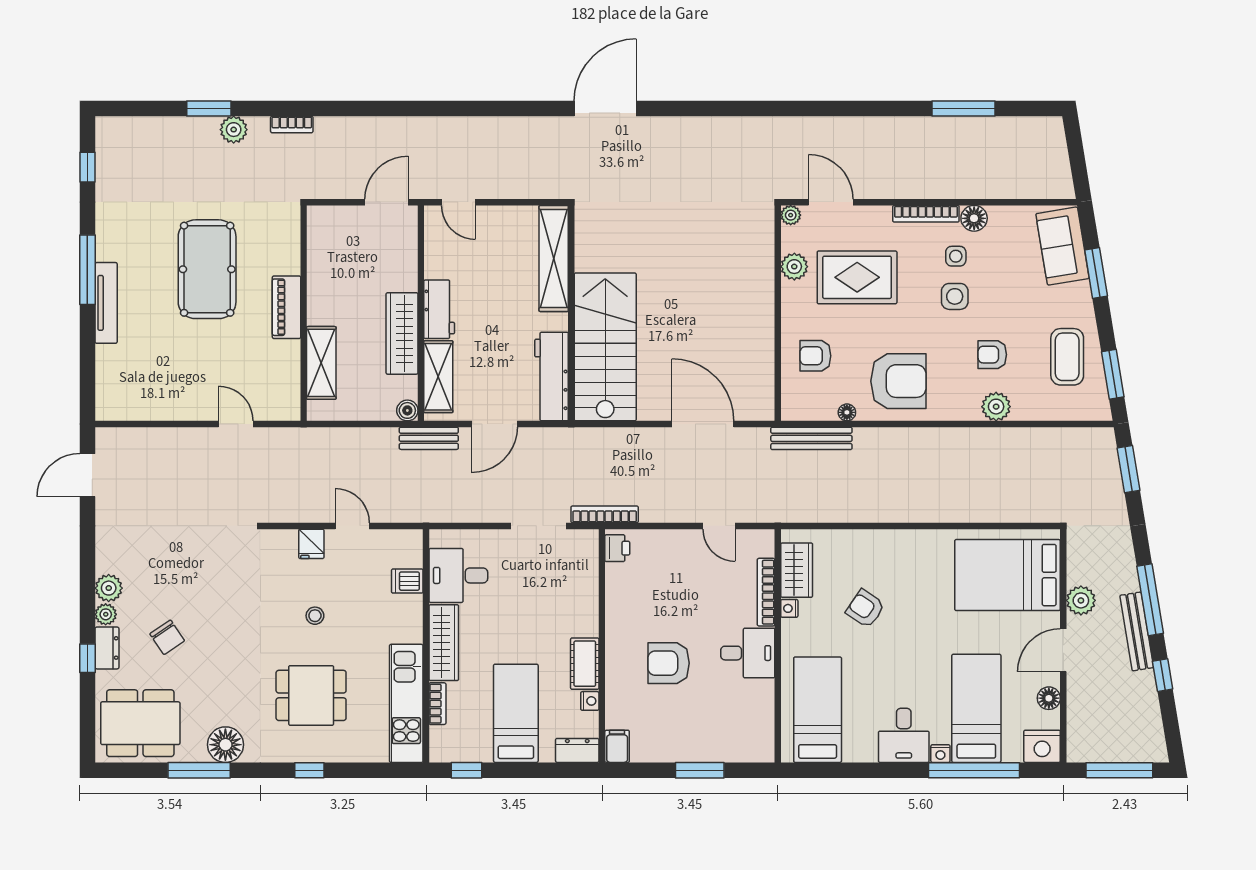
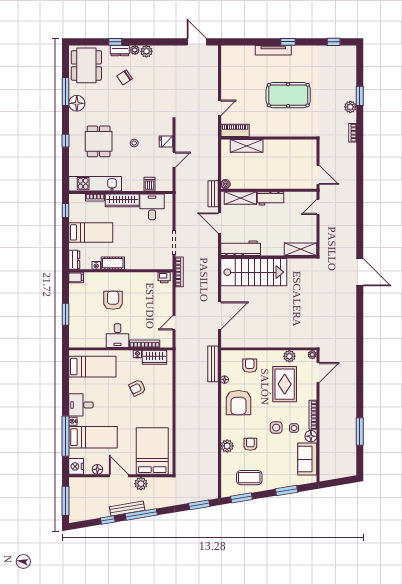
sofa: (1062, 246) -> (307, 459), moved, turned -81
shelving: (554, 258) -> (301, 249), width x0.68
window: (87, 270) -> (288, 42), width x0.46
piano: (287, 307) -> (235, 130), moved
wardrobe: (402, 333) -> (260, 182), removed
armchair: (865, 609) -> (137, 388), turned -150

